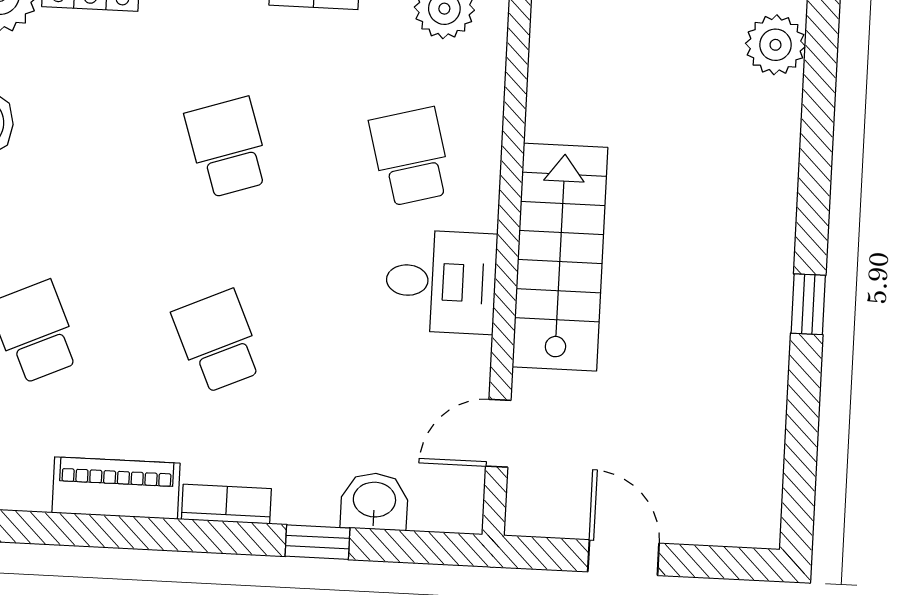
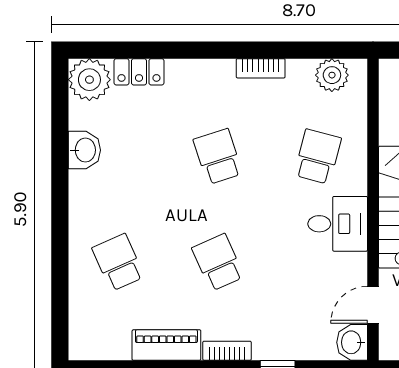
school desk: (411, 157) -> (318, 157), turned 30
washbasin: (374, 501) -> (352, 342), moved, turned -90

